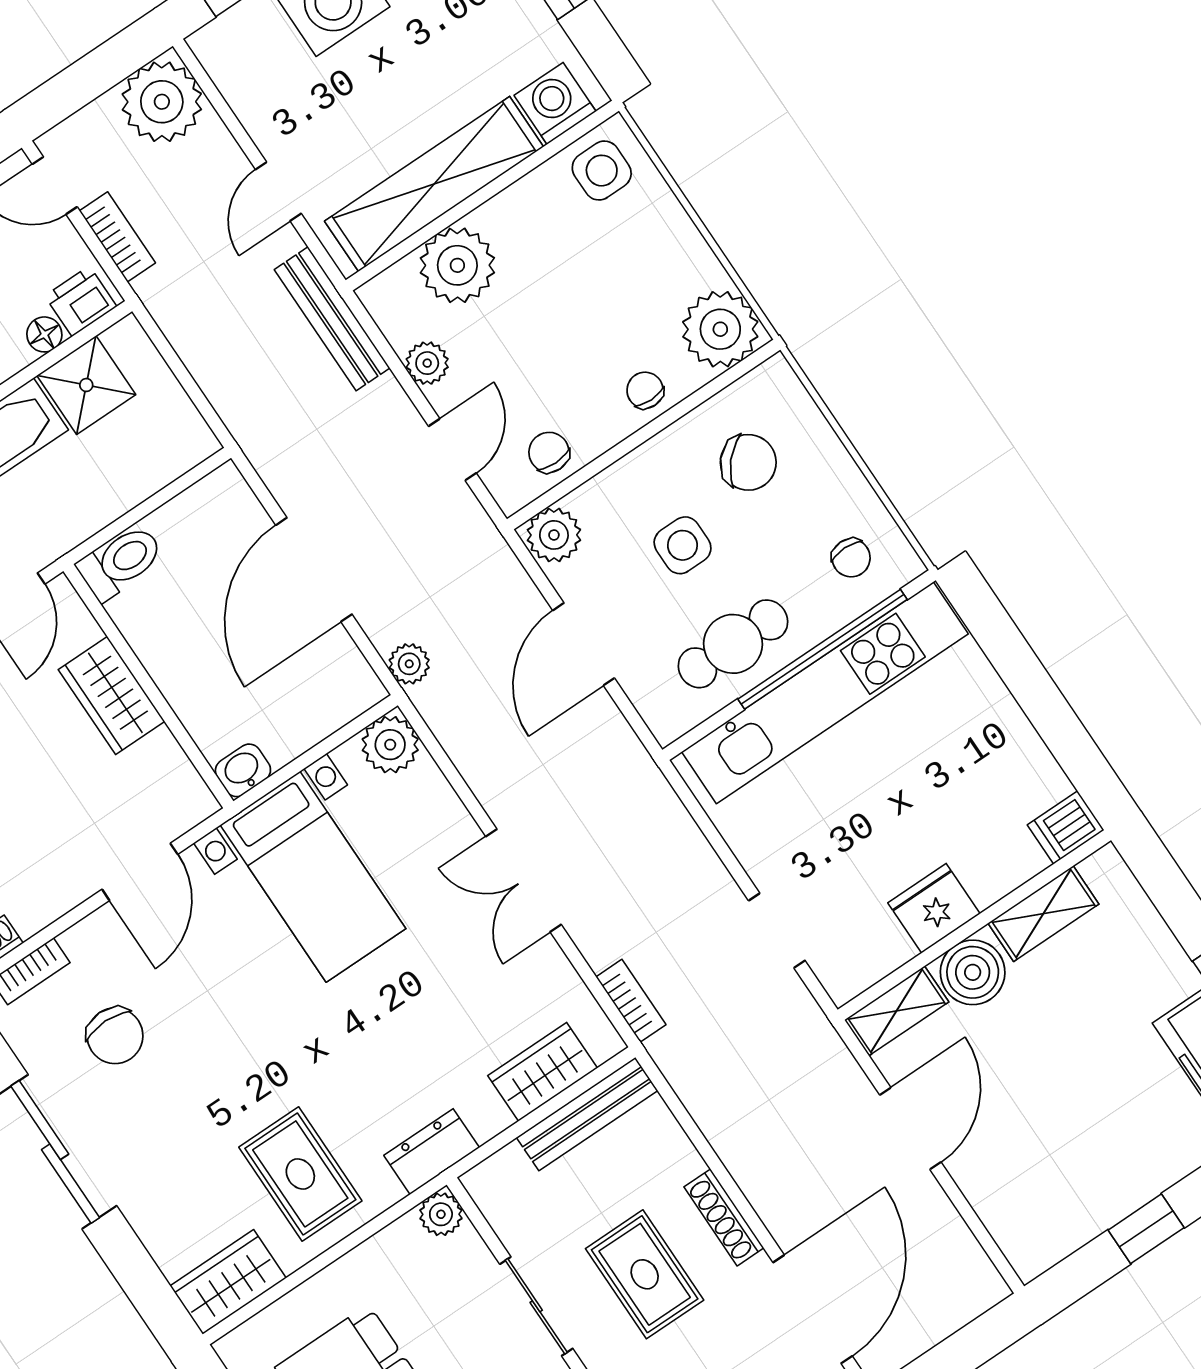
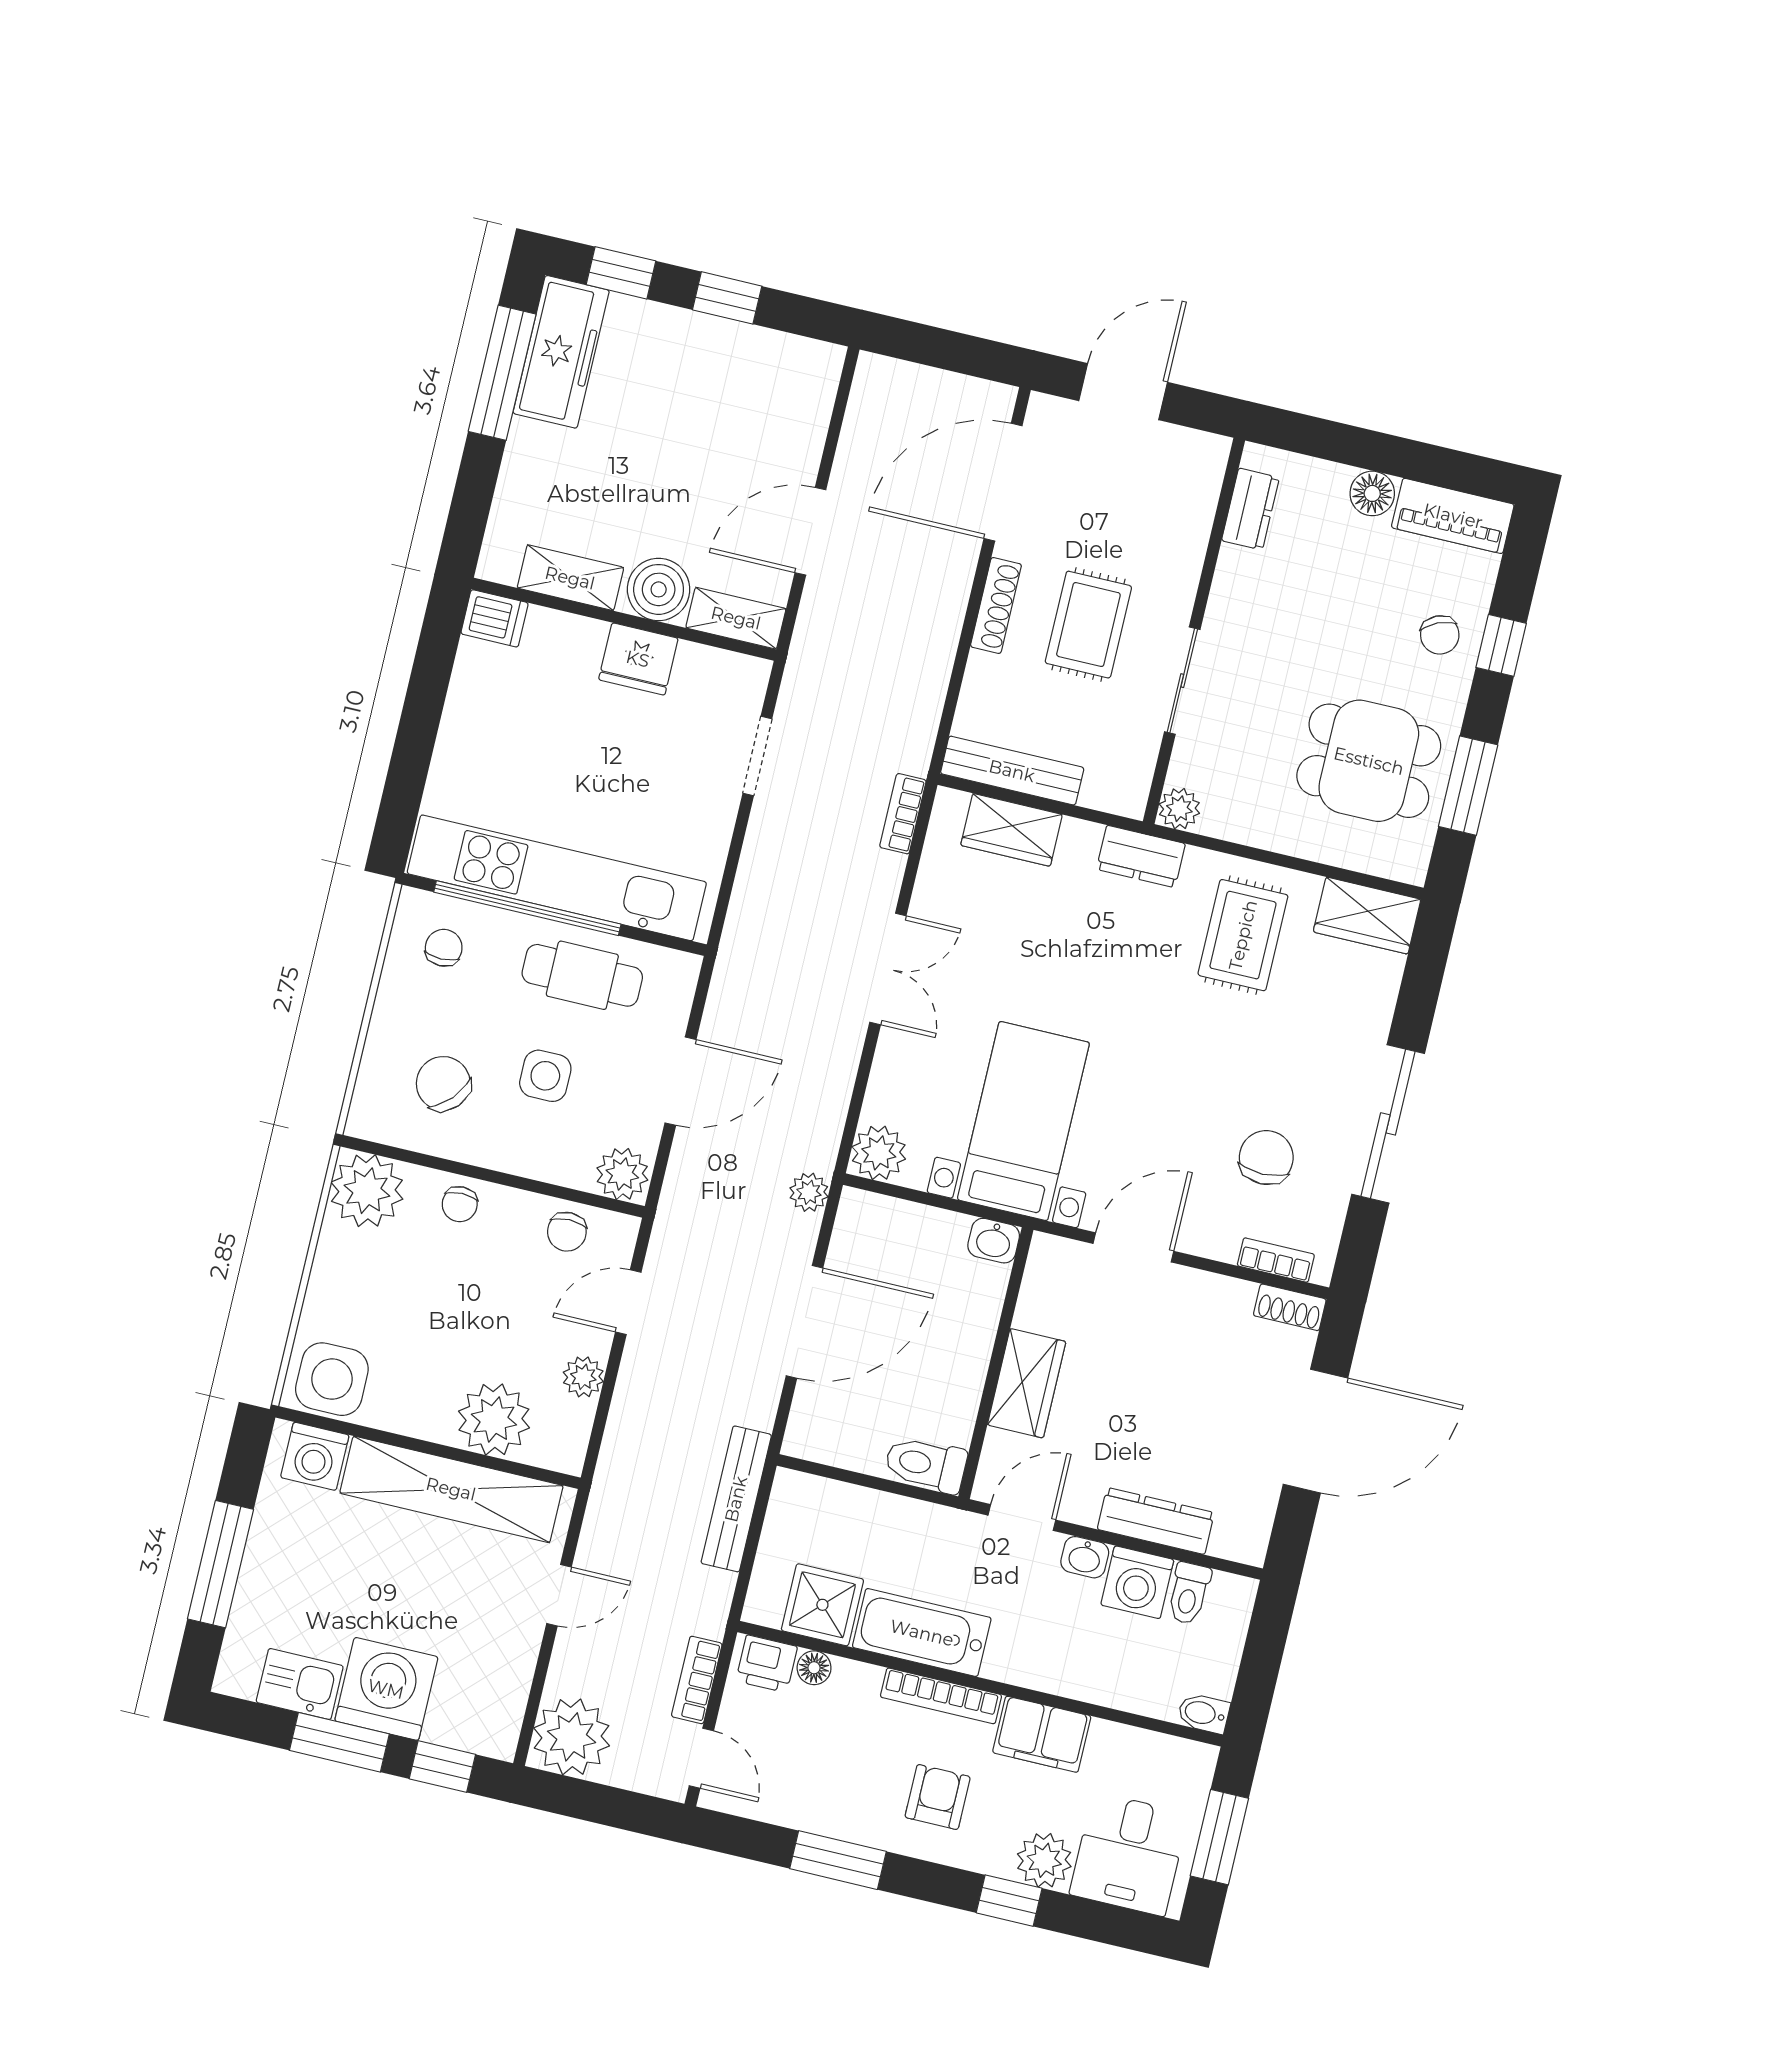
side table: (602, 171) -> (332, 1379), width x1.37, depth x1.37
bench: (332, 319) -> (736, 1499), moved

